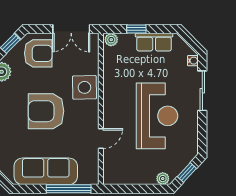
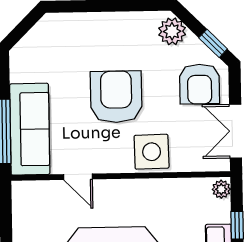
sofa: (46, 171) -> (30, 129), moved

